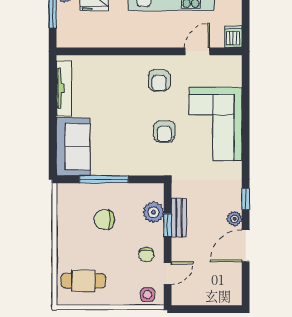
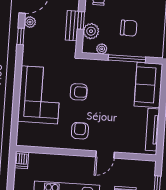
door: (197, 51) -> (105, 155), moved
armchair: (164, 131) -> (79, 92), turned 90
plant: (138, 190) -> (102, 49), added

